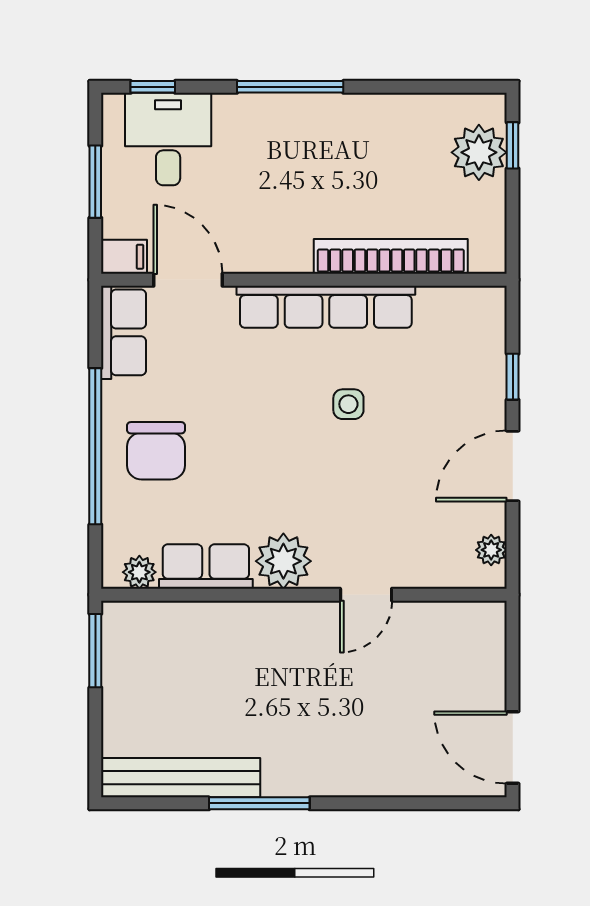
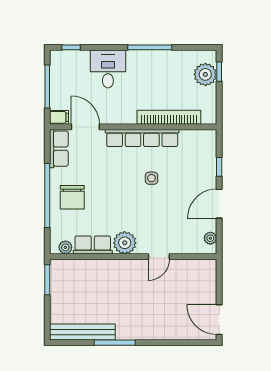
window: (290, 87) -> (150, 47), moved
desk: (168, 139) -> (108, 69), moved
window: (95, 182) -> (47, 86), width x1.44

